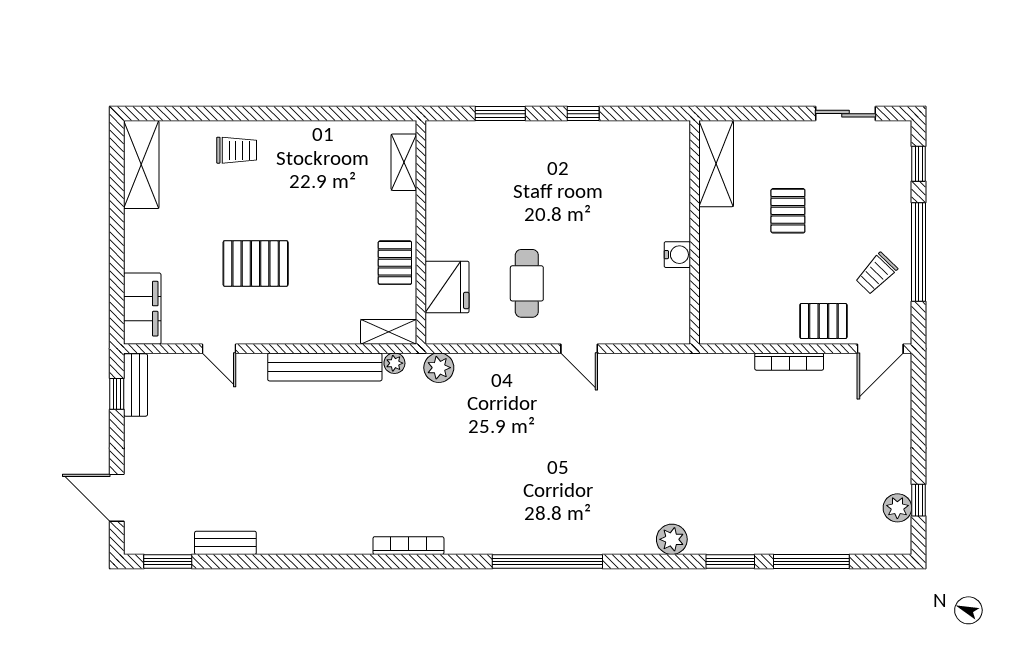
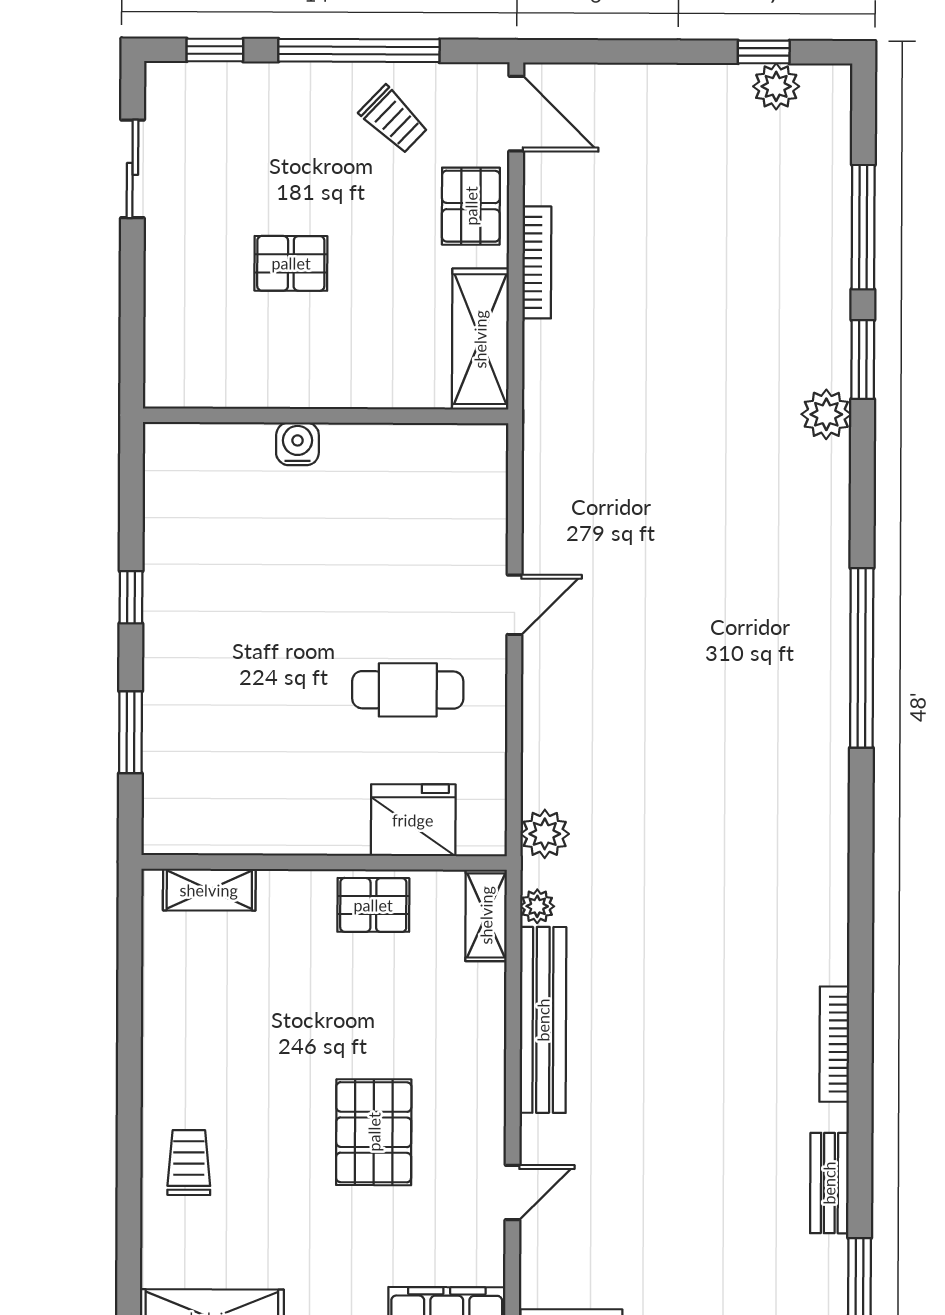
shelving: (716, 164) -> (480, 339), moved, turned 90
water cooler: (677, 255) -> (297, 444), moved
plant: (672, 539) -> (826, 414), moved
bookcase: (408, 546) -> (834, 1044), moved

